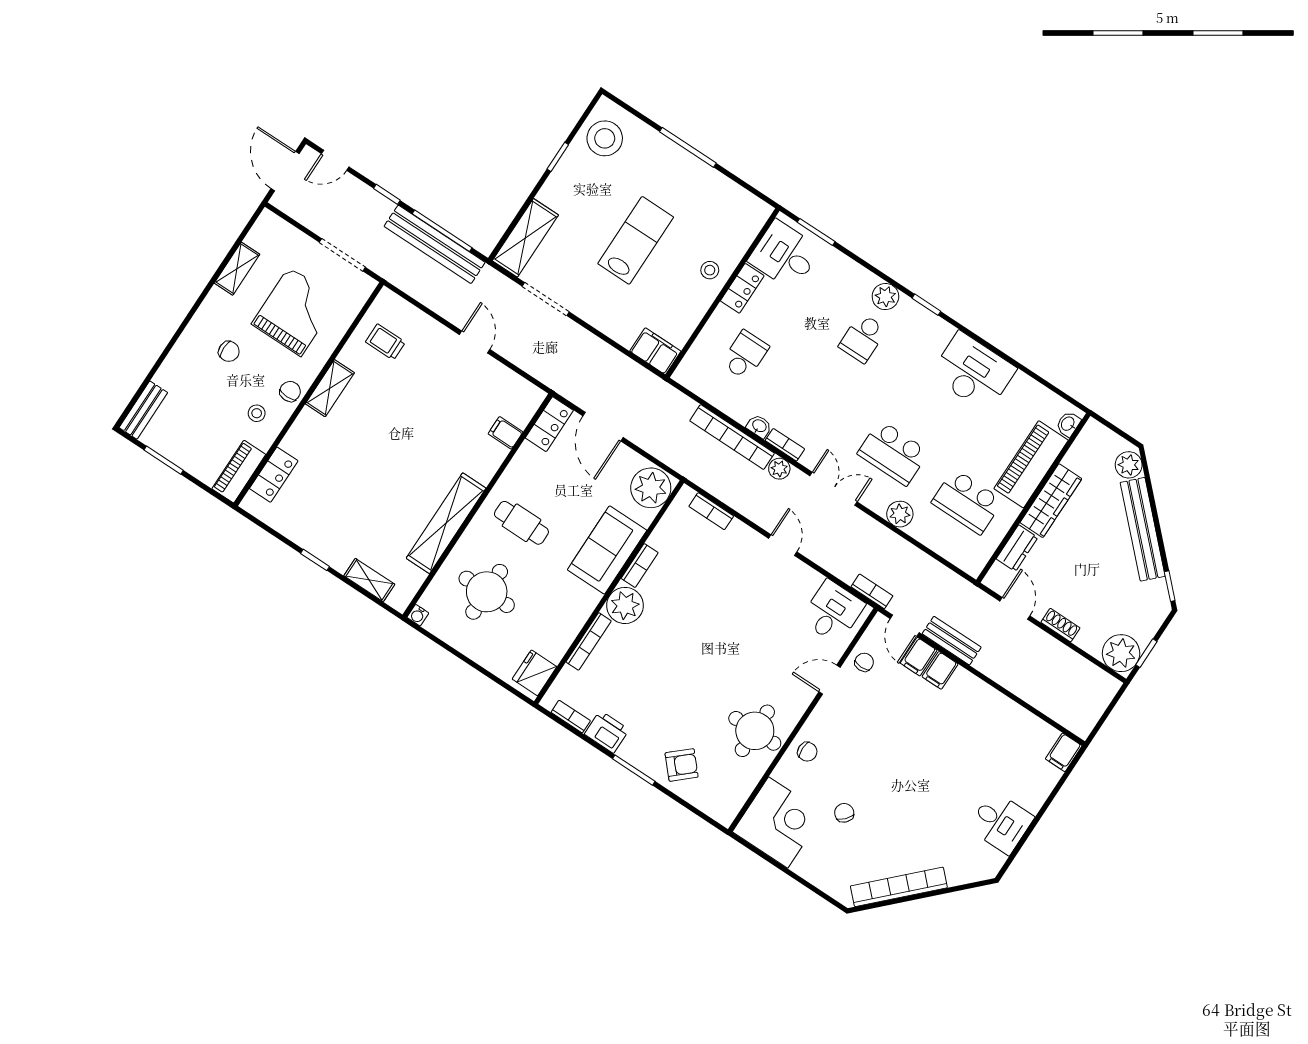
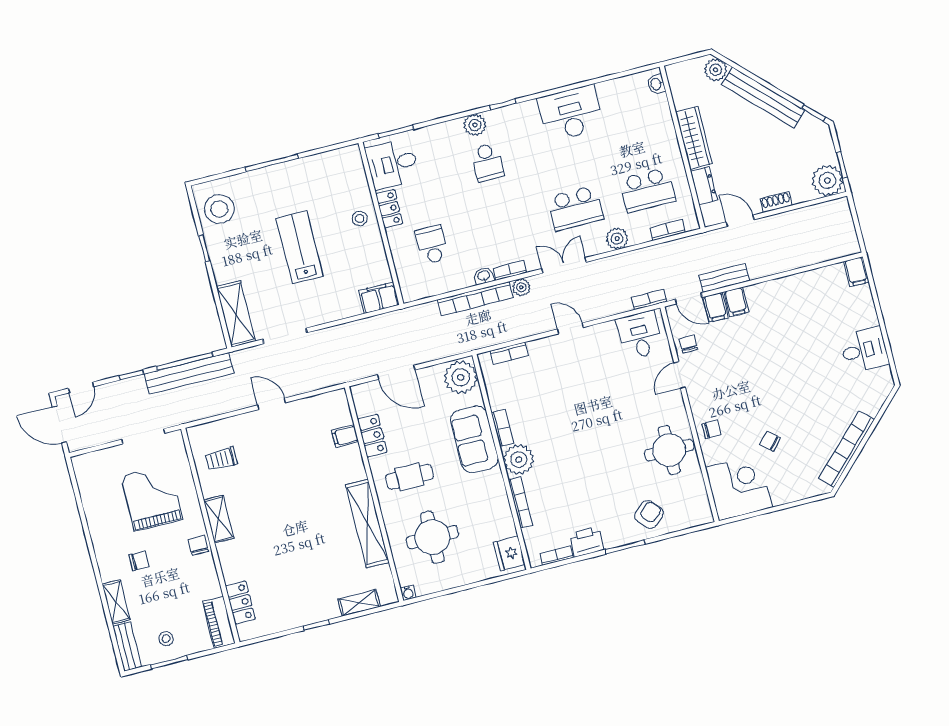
shelving: (237, 269) -> (116, 602), moved
stool: (257, 413) -> (166, 639), moved
locker: (549, 424) -> (372, 436), moved
piano: (1031, 464) -> (660, 130), removed
bookcase: (948, 552) -> (668, 230), added

